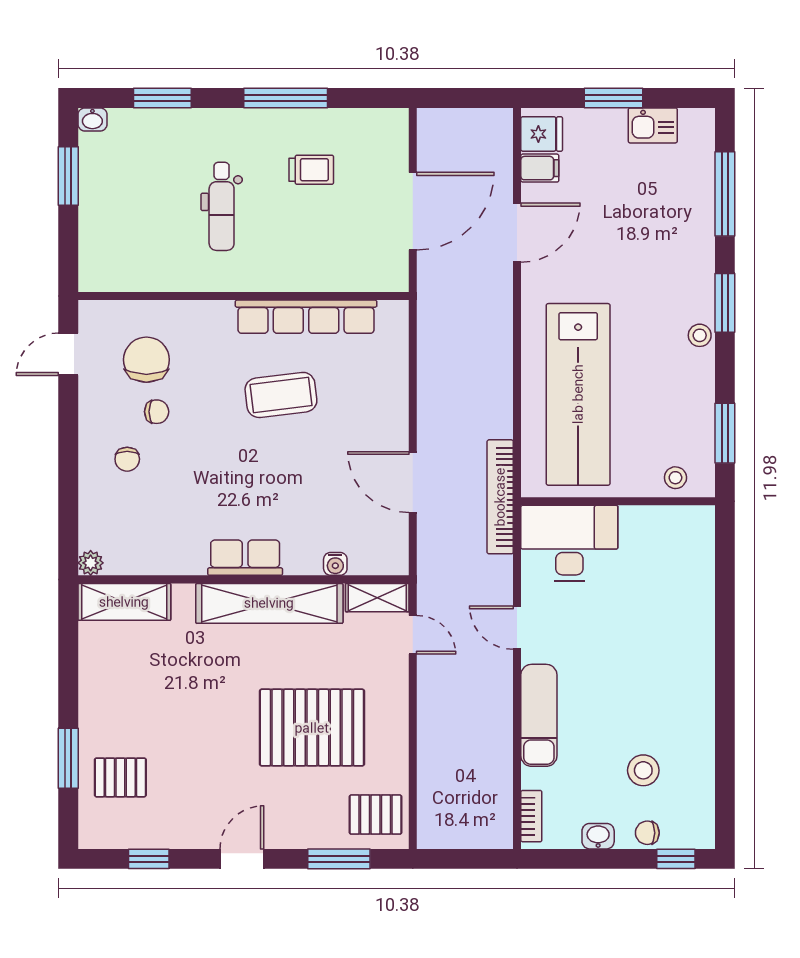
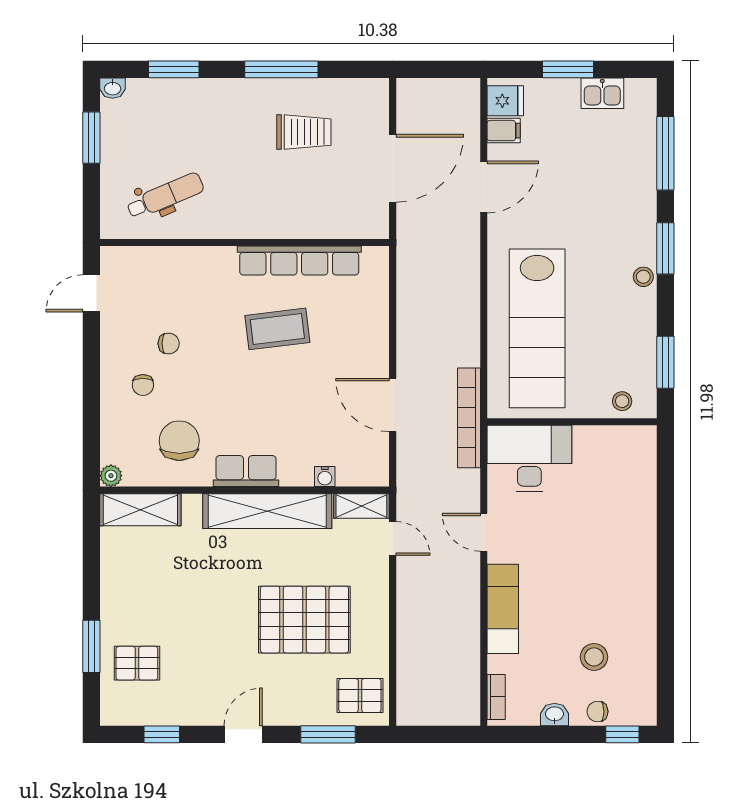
trolley: (311, 170) -> (304, 132), width x1.36, depth x1.39
dental chair: (222, 206) -> (165, 196), moved, turned -113
chair: (146, 360) -> (179, 441), moved

